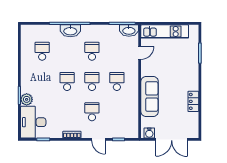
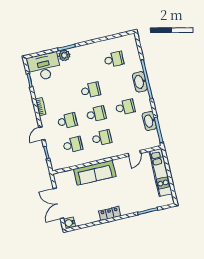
washbasin: (129, 31) -> (149, 121), moved
door: (140, 53) -> (134, 153), hinge flipped
locker: (193, 101) -> (110, 213), moved
school desk: (117, 112) -> (73, 145), added
water cooler: (149, 133) -> (70, 223), moved

